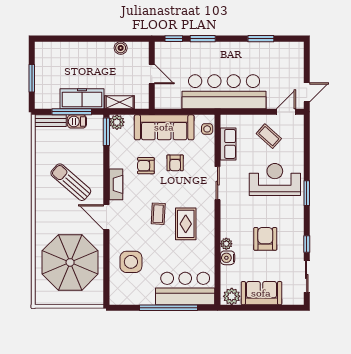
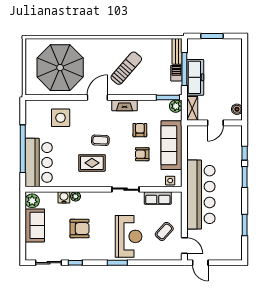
door: (152, 74) -> (215, 123), moved
wall: (152, 75) -> (214, 123), moved

